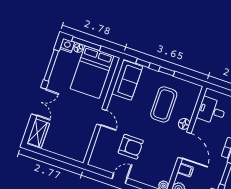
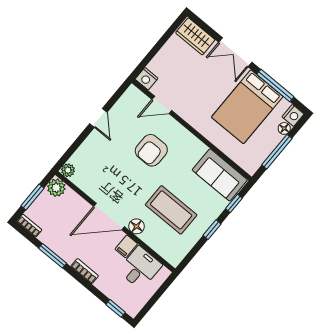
window: (86, 44) -> (277, 152), moved
bed: (92, 72) -> (247, 107), moved, turned -90
door: (101, 117) -> (162, 105), moved
armchair: (131, 147) -> (151, 150), moved
nightstand: (80, 156) -> (147, 79), added
filing cabinet: (185, 170) -> (126, 246), moved

